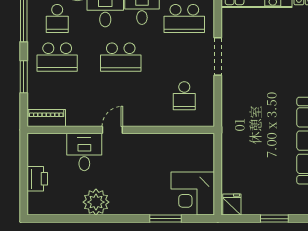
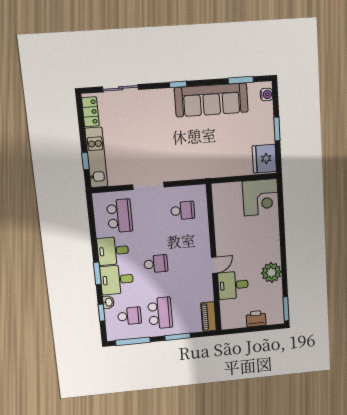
school desk: (121, 57) -> (156, 264), width x0.54
door: (112, 130) -> (214, 265), swing flipped
fridge: (232, 205) -> (264, 159), width x1.88, depth x1.34
window: (165, 219) -> (286, 309), moved

